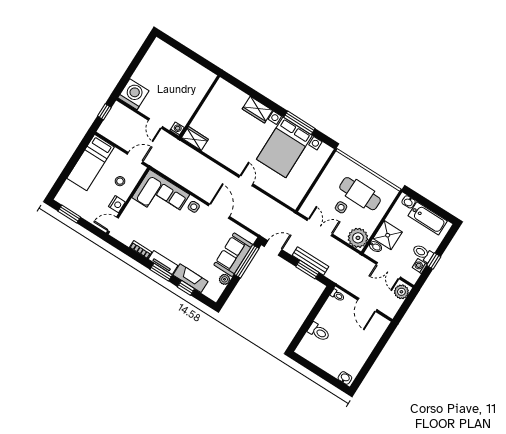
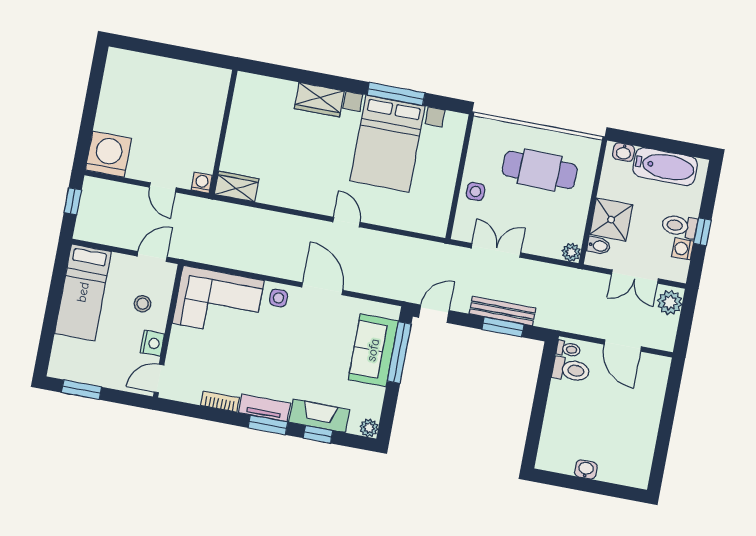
side table: (341, 207) -> (476, 192), moved
plant: (358, 238) -> (571, 252), width x0.53, depth x0.53
plant: (225, 279) -> (369, 428), moved
toilet: (319, 332) -> (571, 370), moved
washbasin: (345, 378) -> (586, 469), moved

